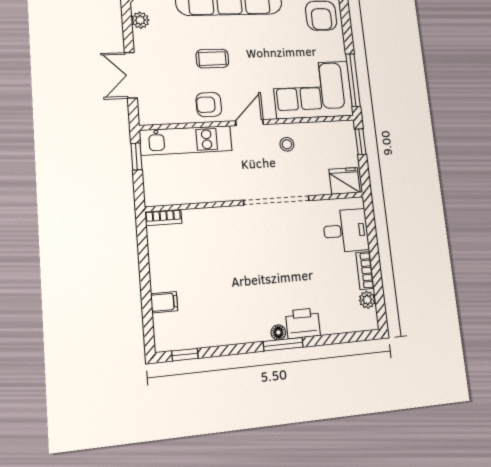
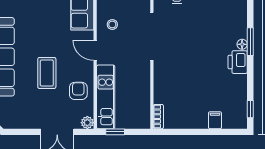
plant: (140, 20) -> (87, 123), moved
coffee table: (212, 58) -> (47, 73), width x1.36, depth x1.30
armchair: (209, 105) -> (78, 91), moved, turned 180
printer: (303, 323) -> (238, 62), moved

